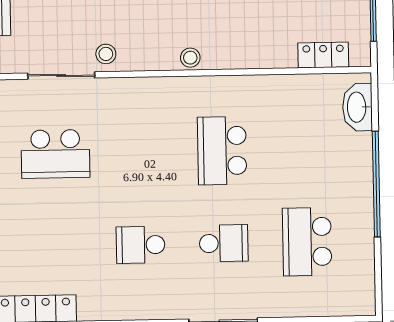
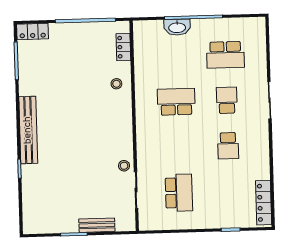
stool: (190, 58) -> (116, 84), moved
washbasin: (357, 107) -> (177, 27), moved
school desk: (222, 151) -> (176, 102), turned 180

